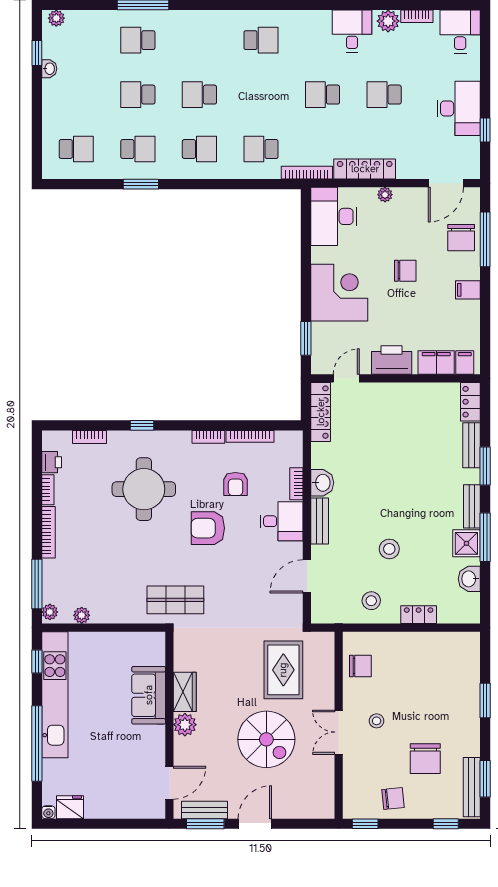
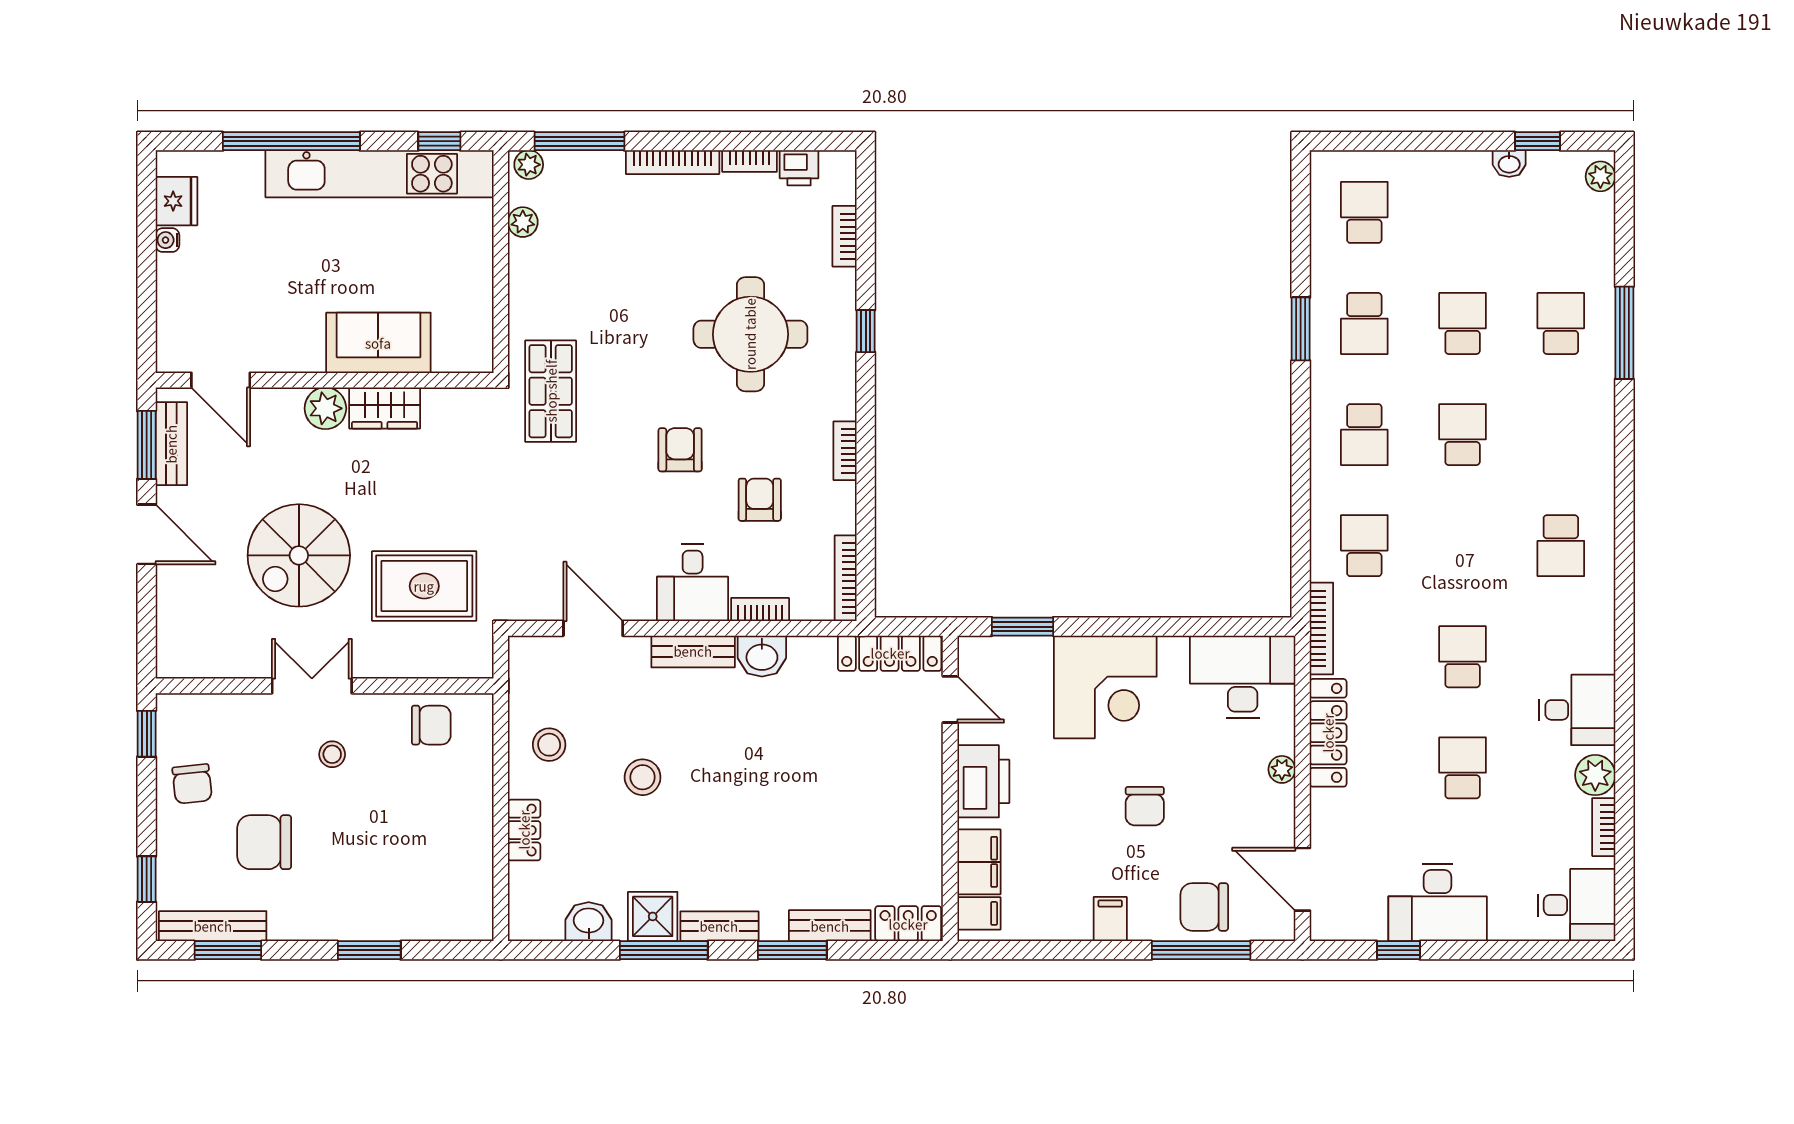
school desk: (76, 149) -> (1364, 212), turned 180
bookcase: (250, 436) -> (846, 578), moved
armchair: (235, 484) -> (760, 500), turned 90
armchair: (208, 528) -> (680, 450), width x0.72, depth x0.72
chair: (360, 666) -> (431, 725), turned -90
water cooler: (48, 812) -> (167, 240), moved

